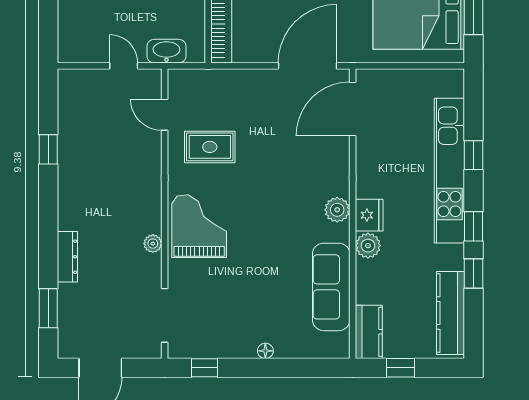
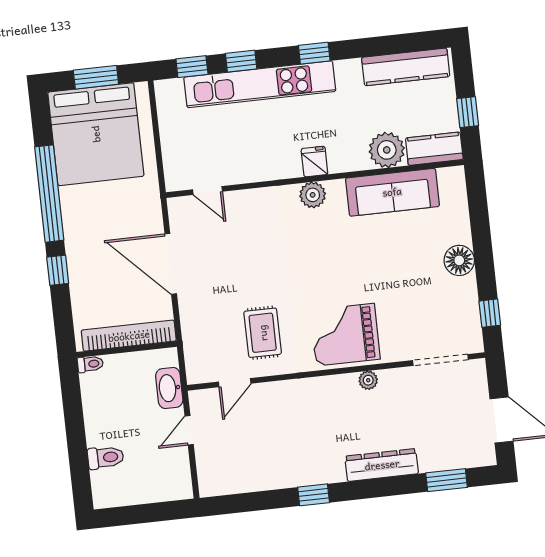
door: (308, 66) -> (171, 264), moved
door: (353, 109) -> (208, 191), width x0.53
window: (48, 149) -> (314, 495), moved
fridge: (369, 215) -> (314, 162), width x0.72
plant: (368, 246) -> (387, 150), moved, width x1.36, depth x1.36
dresser: (67, 257) -> (382, 465), width x1.37, depth x1.24
window: (474, 274) -> (192, 67), moved
floor lamp: (265, 351) -> (459, 260), width x1.89, depth x1.89

